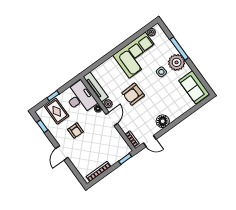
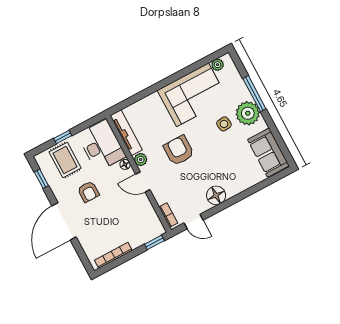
armchair: (133, 94) -> (179, 150), turned 92
door: (112, 119) -> (143, 182), swing flipped
door: (62, 153) -> (64, 221), width x1.88

